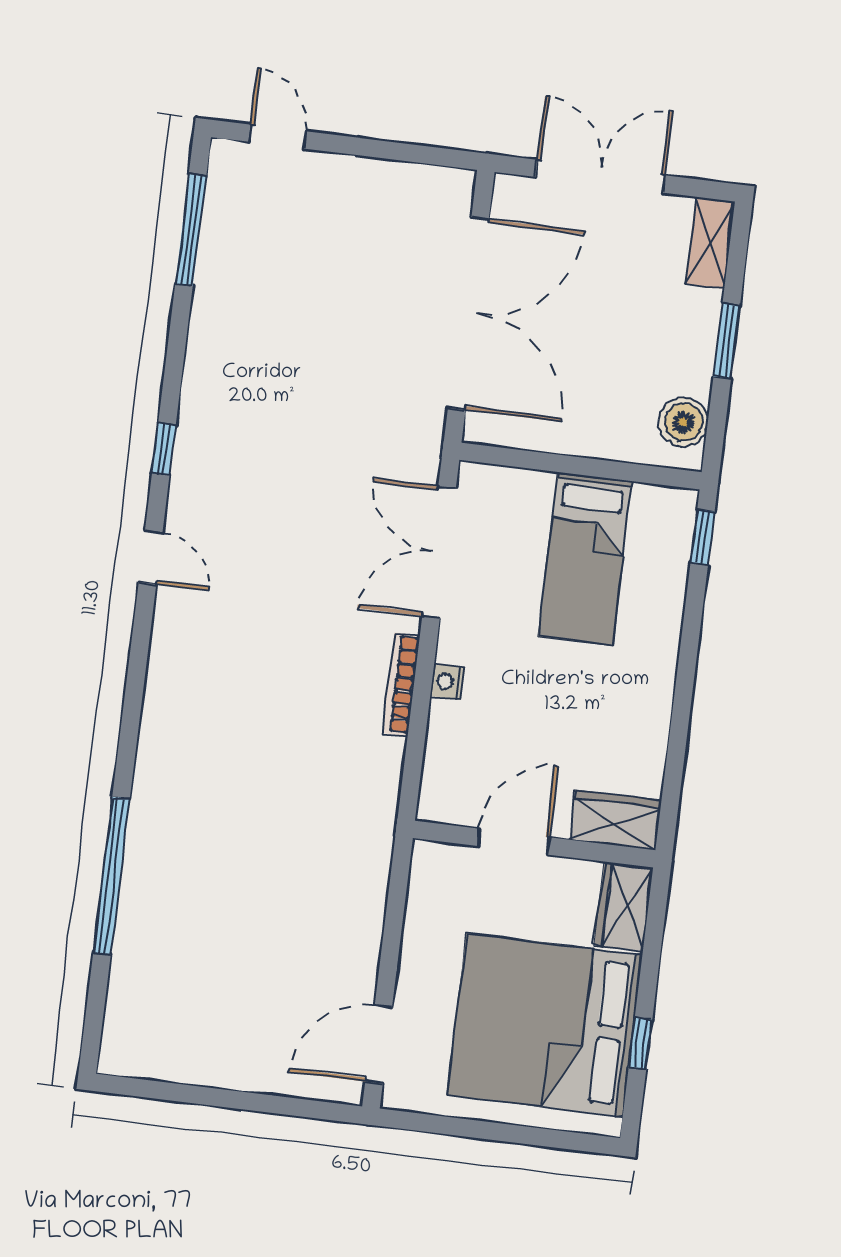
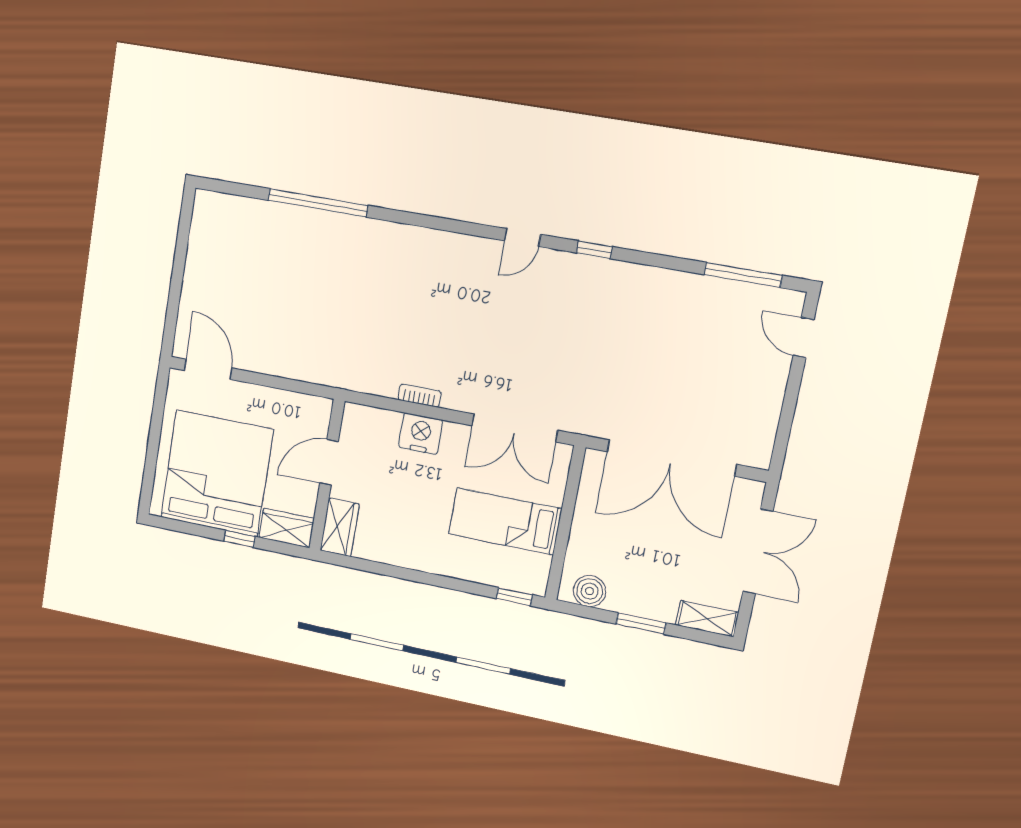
door: (277, 137) -> (804, 338), swing flipped
double door: (439, 552) -> (515, 428), swing flipped
nightstand: (447, 682) -> (421, 434), width x1.89, depth x1.79
bookcase: (401, 684) -> (419, 396), width x0.64
door: (513, 842) -> (329, 462), swing flipped
window: (640, 1043) -> (239, 539), moved

